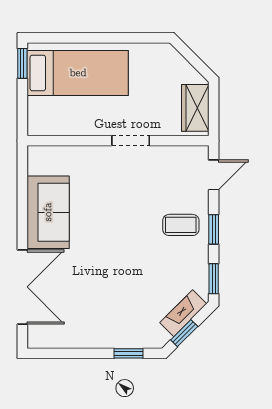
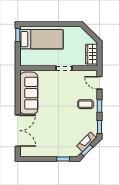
door: (214, 175) -> (99, 83), swing flipped
sofa: (48, 212) -> (29, 93), width x1.36

